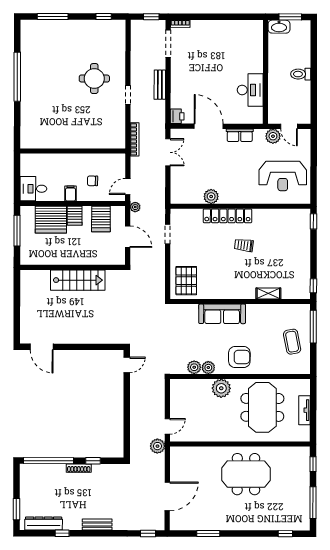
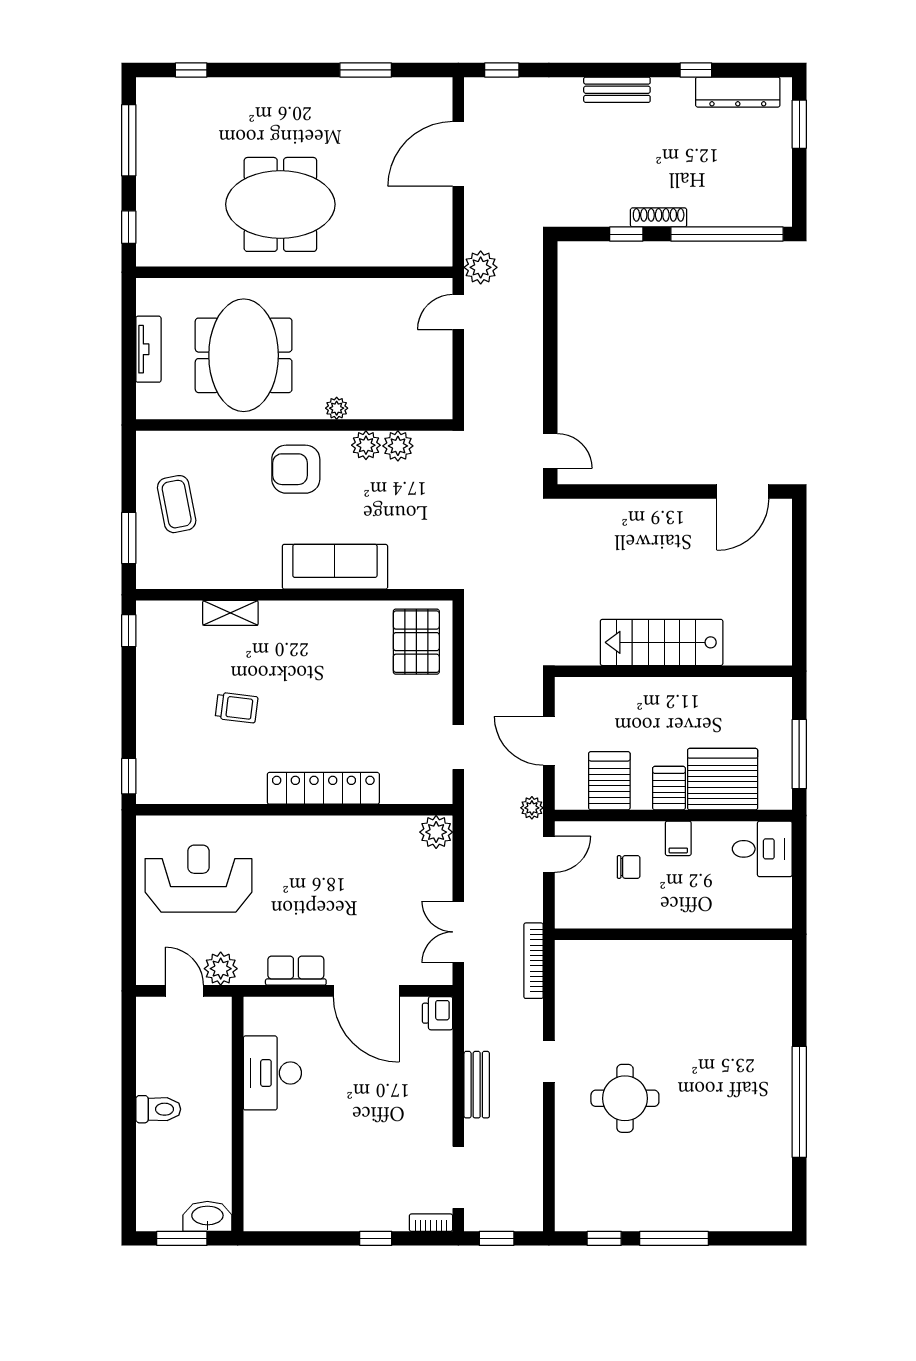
window: (53, 16) -> (674, 1238), moved
window: (205, 17) -> (376, 1238), added
plant: (211, 196) -> (436, 832), moved
trolley: (244, 245) -> (237, 708), moved
window: (313, 327) -> (129, 538), width x0.69
door: (42, 347) -> (743, 492), swing flipped
door: (127, 365) -> (550, 451), swing flipped
plant: (221, 388) -> (337, 408), width x0.53, depth x0.53

